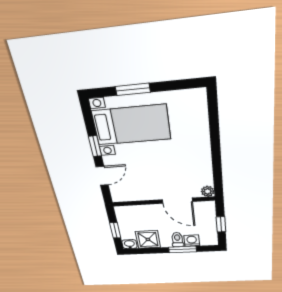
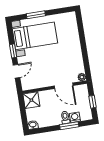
window: (115, 230) -> (23, 114), removed
shower: (148, 239) -> (31, 100), moved

